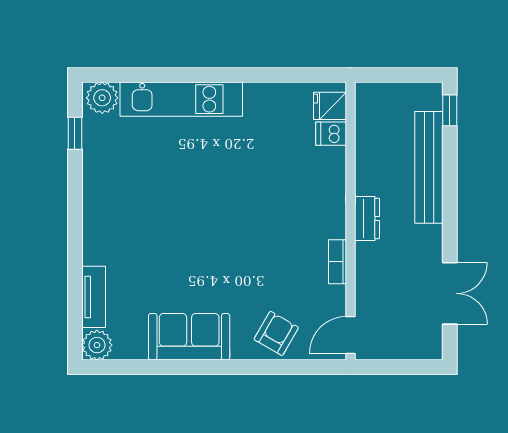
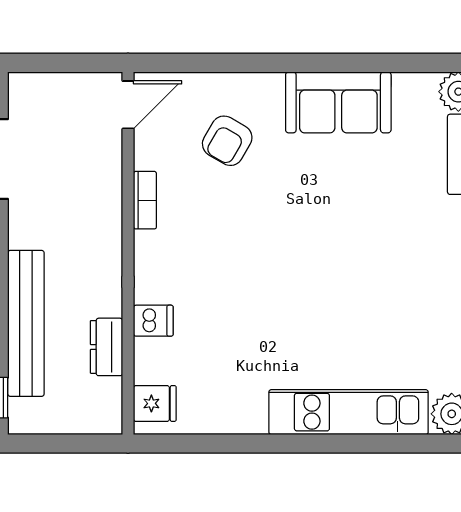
dishwasher: (331, 134) -> (153, 321), moved
dresser: (367, 218) -> (106, 347), moved
armchair: (276, 333) -> (227, 141), moved

